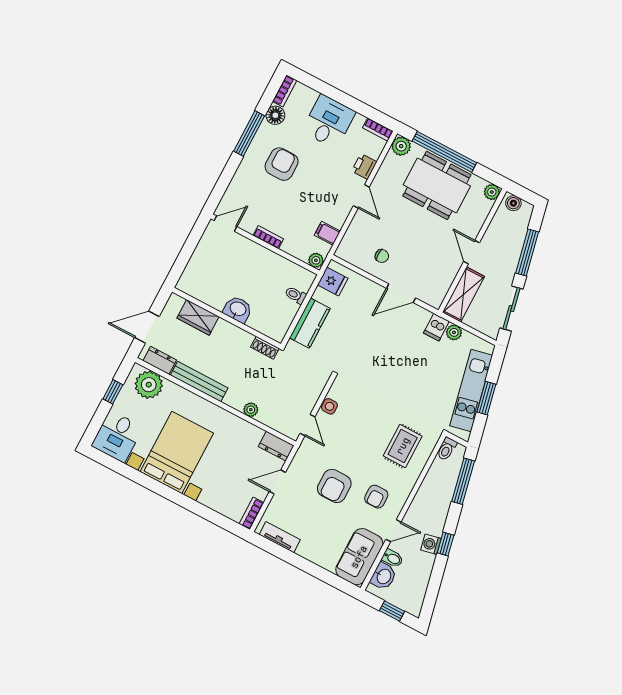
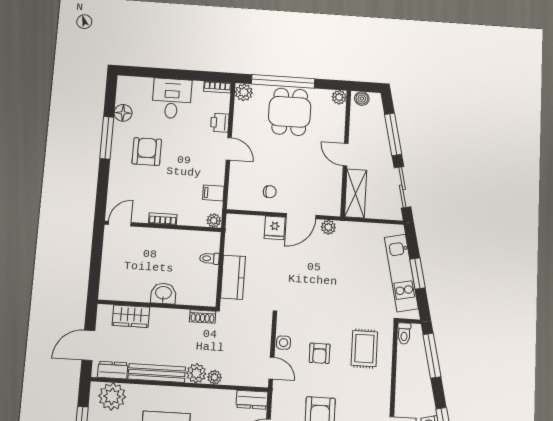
bookcase: (285, 91) -> (122, 89), removed
dining table: (437, 185) -> (290, 112), width x0.73
fridge: (333, 282) -> (275, 228), moved, turned 90
dishwasher: (436, 327) -> (345, 232), removed
plant: (454, 332) -> (328, 227), moved
plant: (236, 398) -> (196, 373), added
armchair: (376, 497) -> (320, 353), moved

